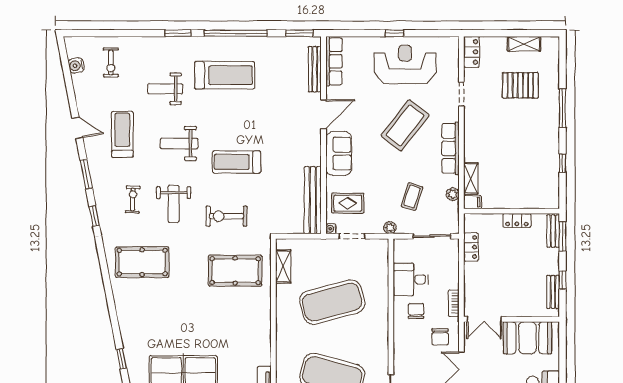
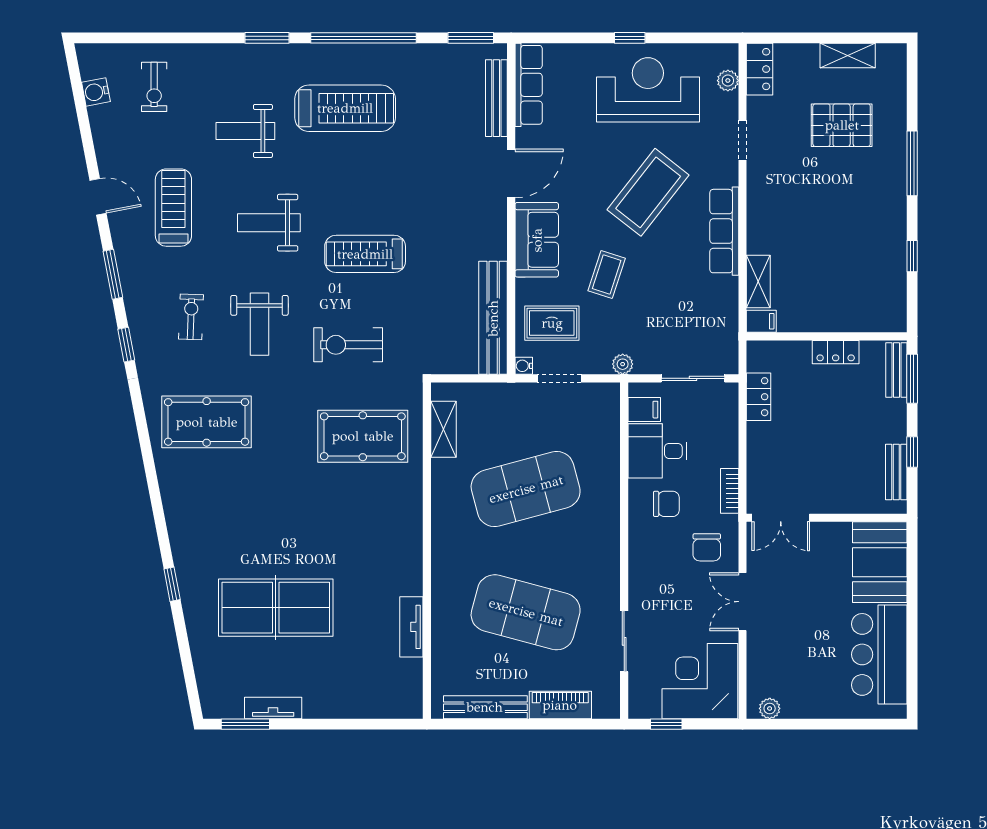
plant: (453, 194) -> (728, 81), moved
coffee table: (412, 197) -> (607, 274), moved
filing cabinet: (403, 255) -> (644, 410), added
chair: (416, 311) -> (666, 504), turned 90
booth: (527, 338) -> (880, 562), moved, turned 90

